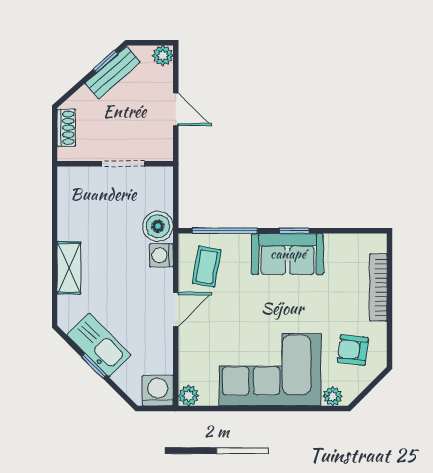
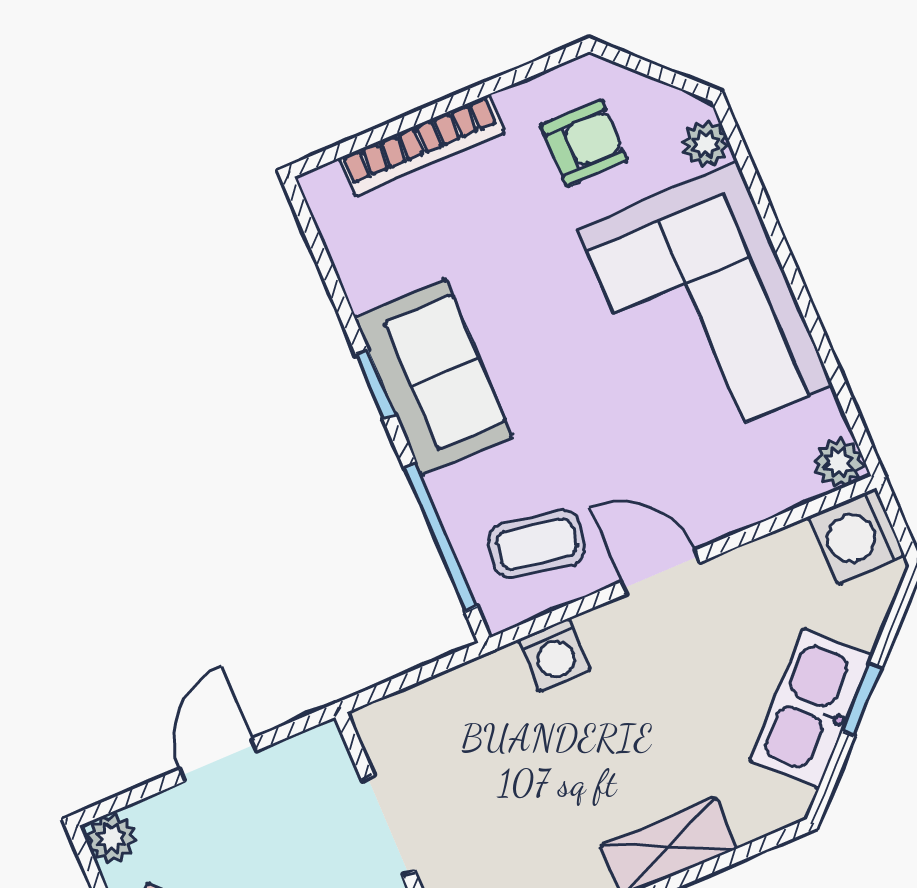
boiler: (158, 226) -> (493, 690), removed
armchair: (353, 350) -> (584, 143), turned -97

